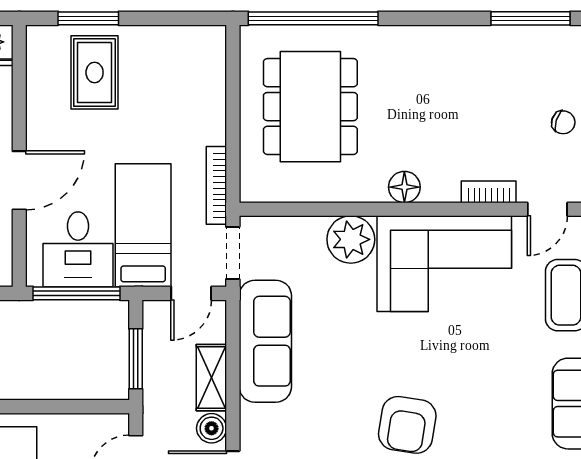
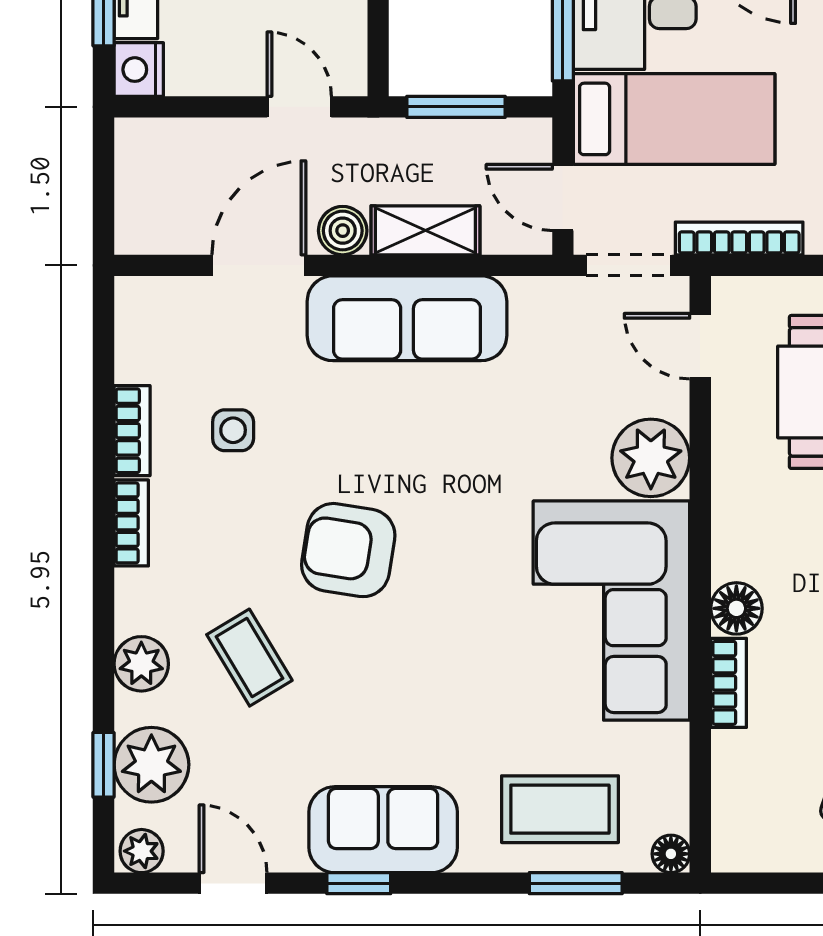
floor lamp: (404, 187) -> (736, 608), moved
door: (547, 209) -> (700, 346), moved
sofa: (265, 341) -> (407, 318), moved

